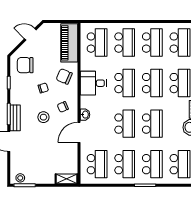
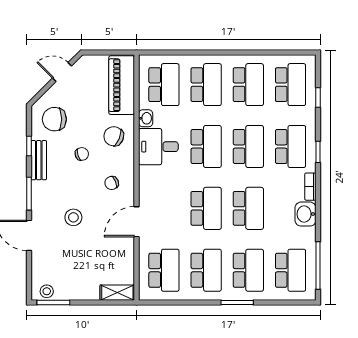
washbasin: (85, 115) -> (146, 118), moved
stool: (43, 117) -> (73, 217), moved
bench: (15, 118) -> (39, 160), moved

